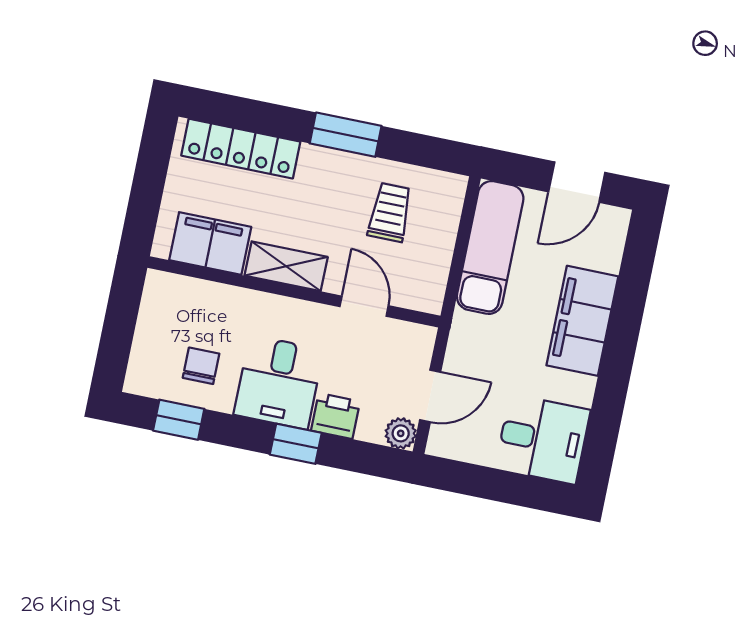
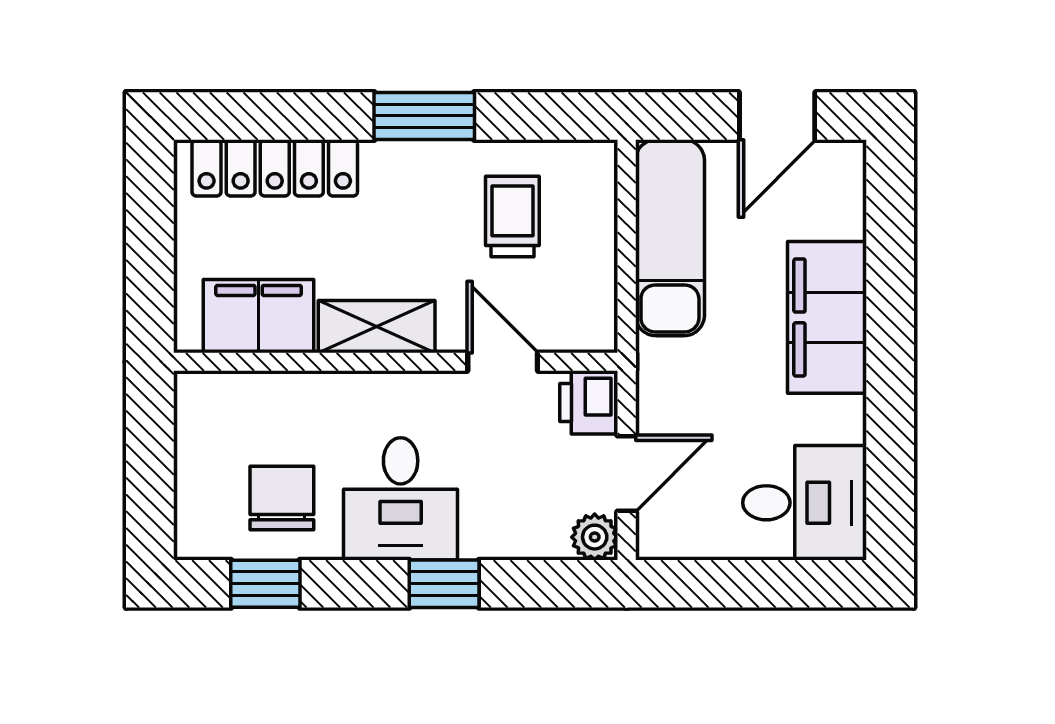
chair: (201, 366) -> (282, 498), width x1.37, depth x1.37
printer: (336, 416) -> (589, 402), moved, turned -90

